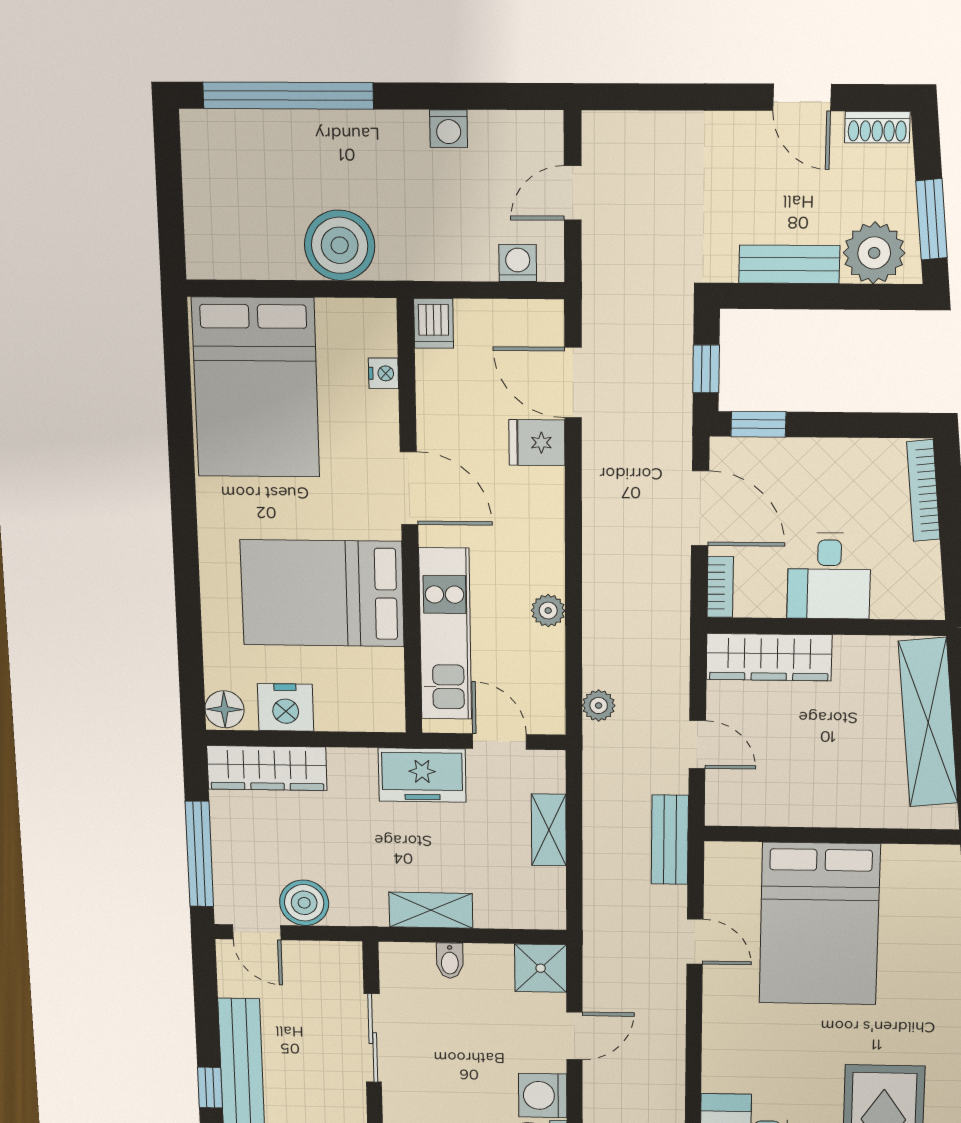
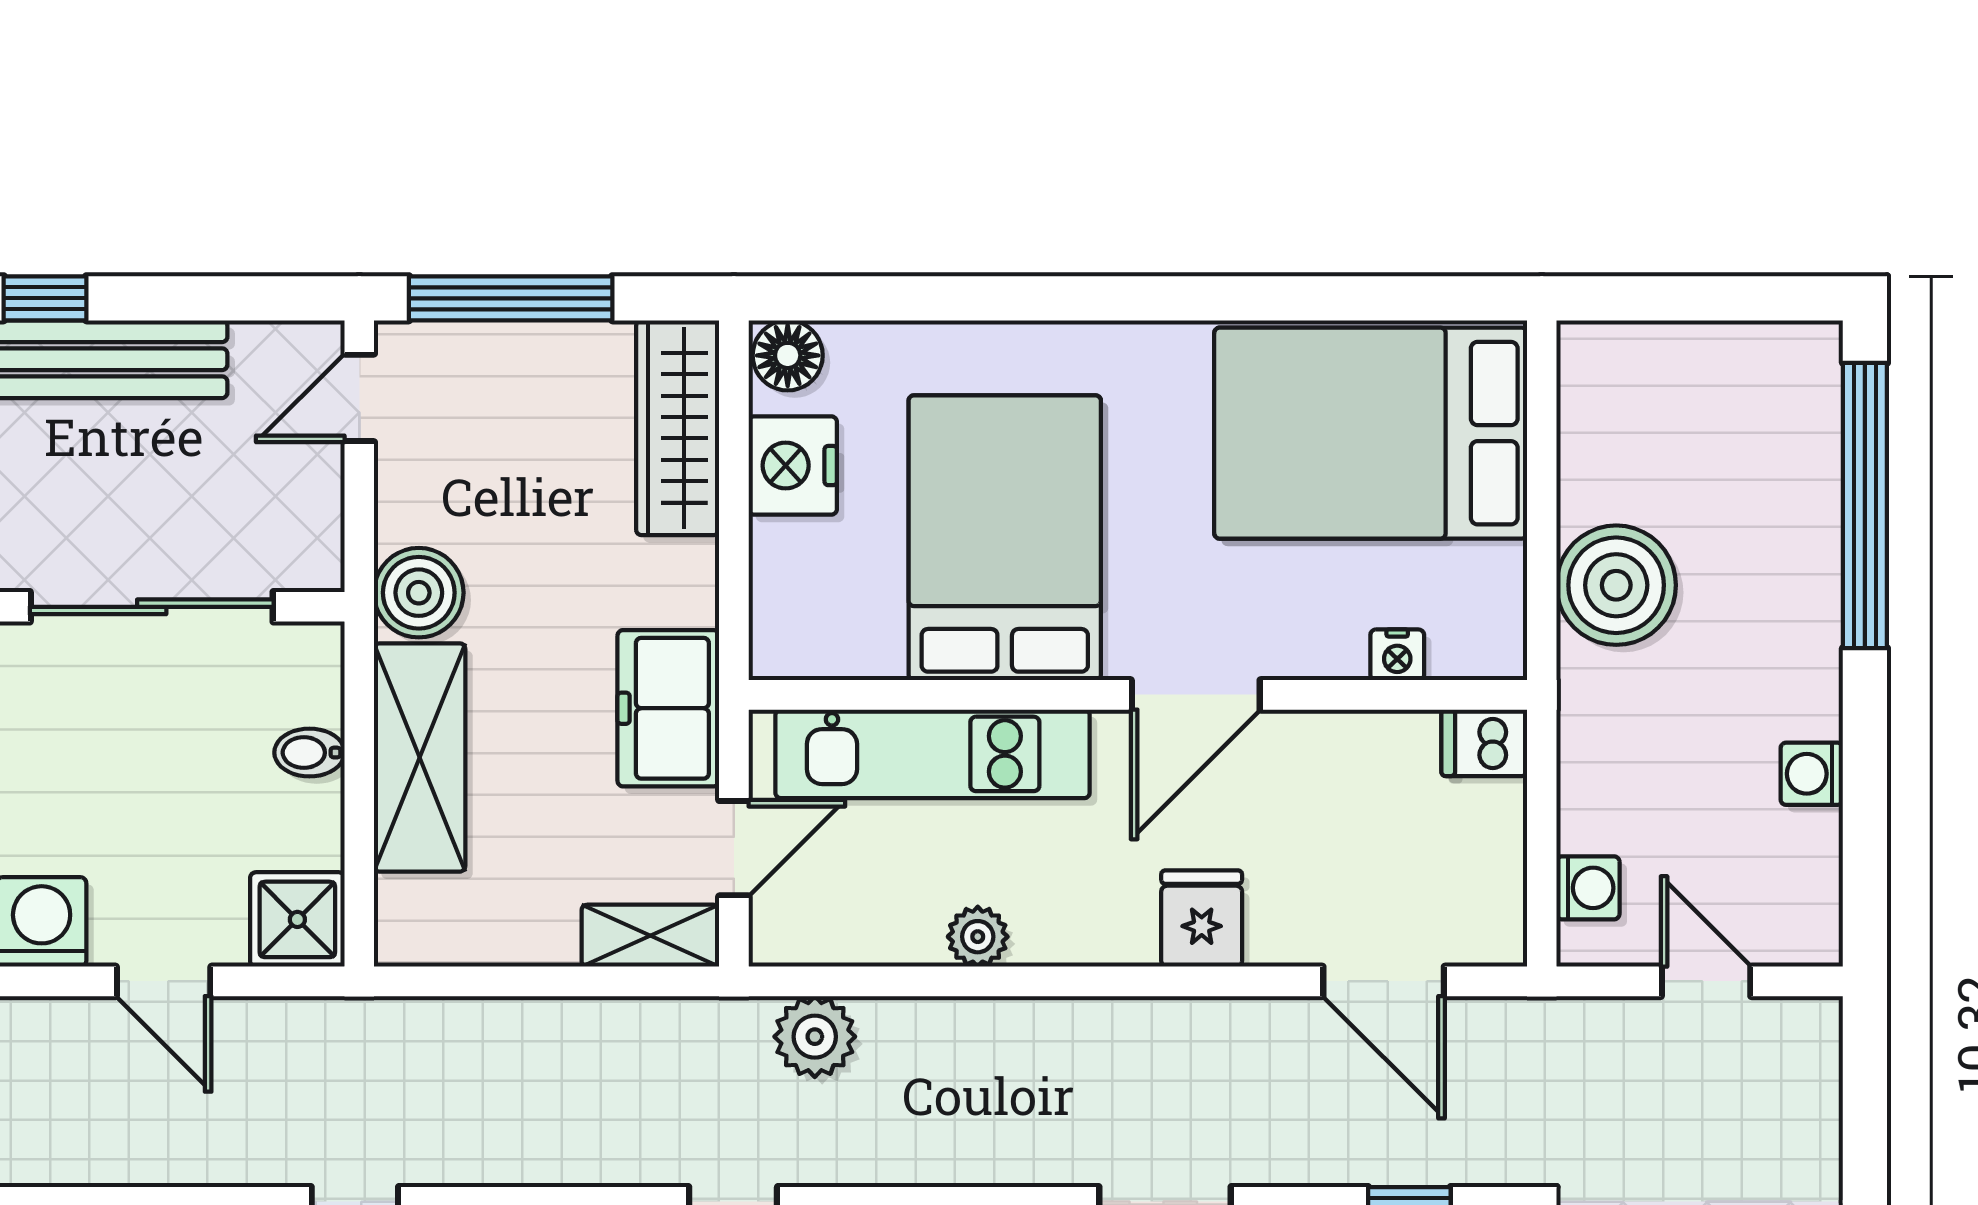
door: (573, 383) -> (1384, 981), swing flipped
fridge: (537, 443) -> (1202, 918), moved
plant: (599, 705) -> (815, 1037), width x1.38, depth x1.38
shelving: (549, 830) -> (650, 936), moved
bench: (670, 840) -> (552, 1154), removed
boiler: (304, 903) -> (419, 593), moved
shelving: (431, 910) -> (420, 757), width x1.50, depth x1.33
sliding door: (373, 1038) -> (152, 607), width x1.37

